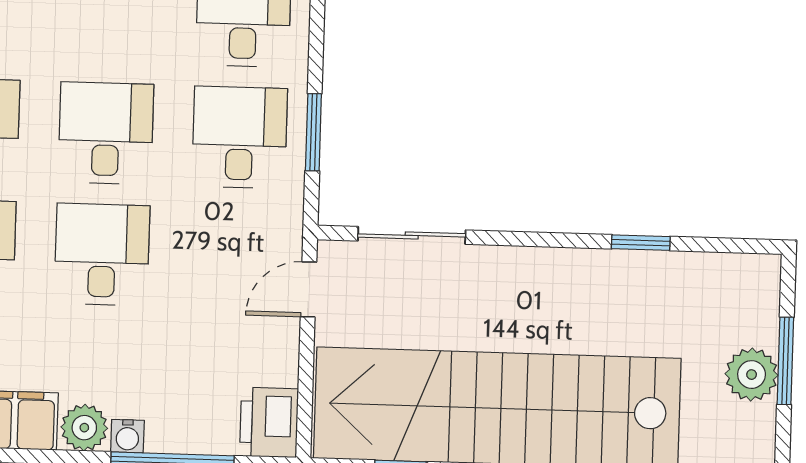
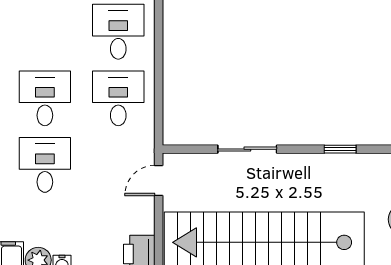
window: (313, 132) -> (159, 94), removed
sliding door: (412, 235) -> (247, 149), moved

